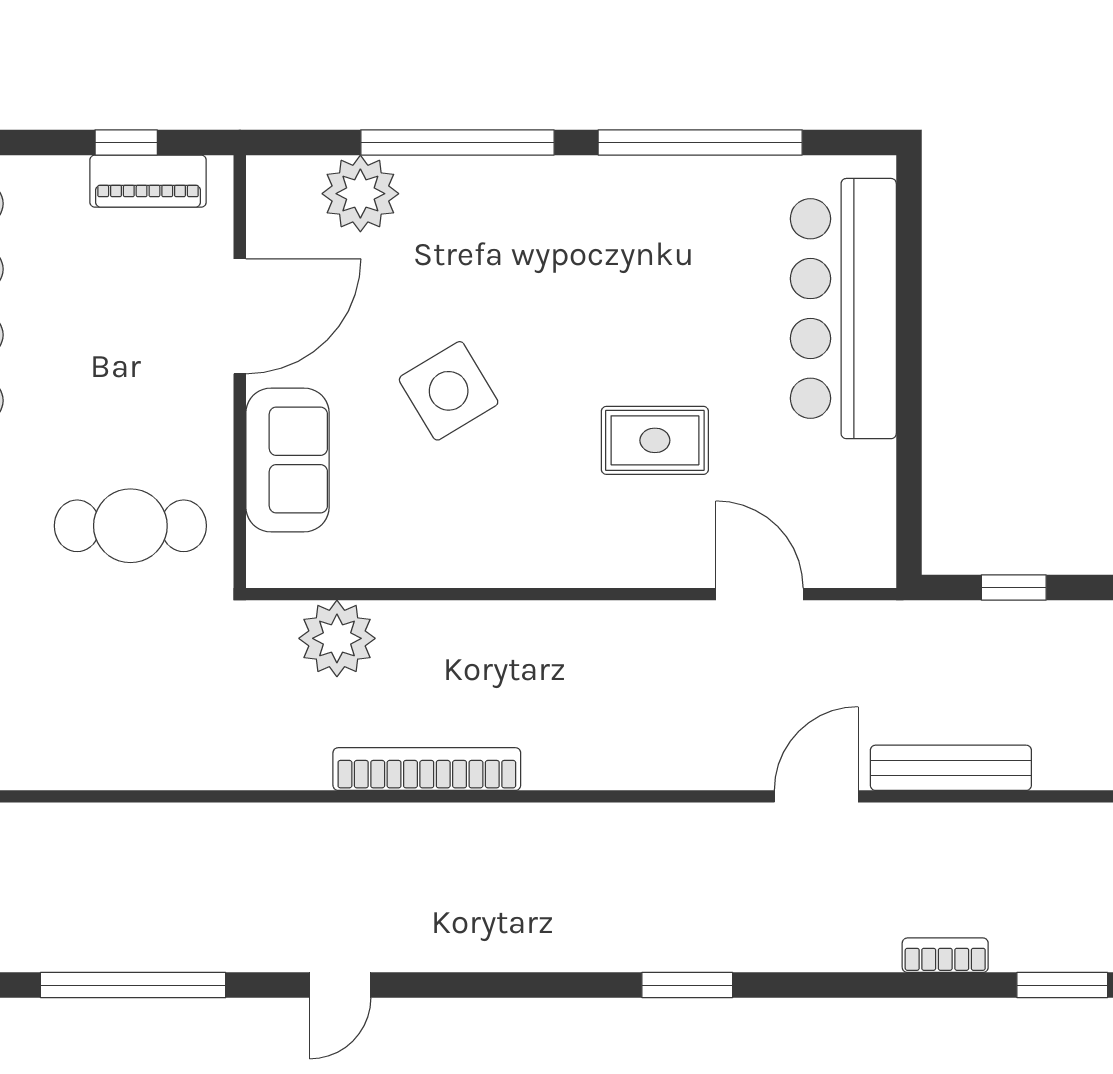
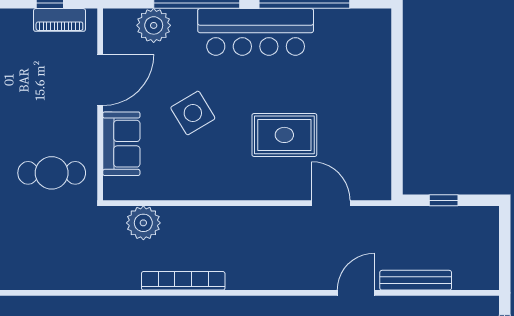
bar counter: (843, 309) -> (256, 32), moved, turned -90
rug: (655, 440) -> (284, 135), width x1.36, depth x1.43

